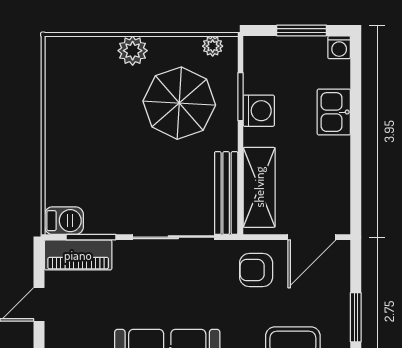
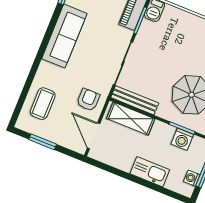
washing machine: (339, 47) -> (192, 178), moved
washing machine: (259, 111) -> (182, 139), moved
kitchen sink: (334, 112) -> (150, 172), width x1.38

